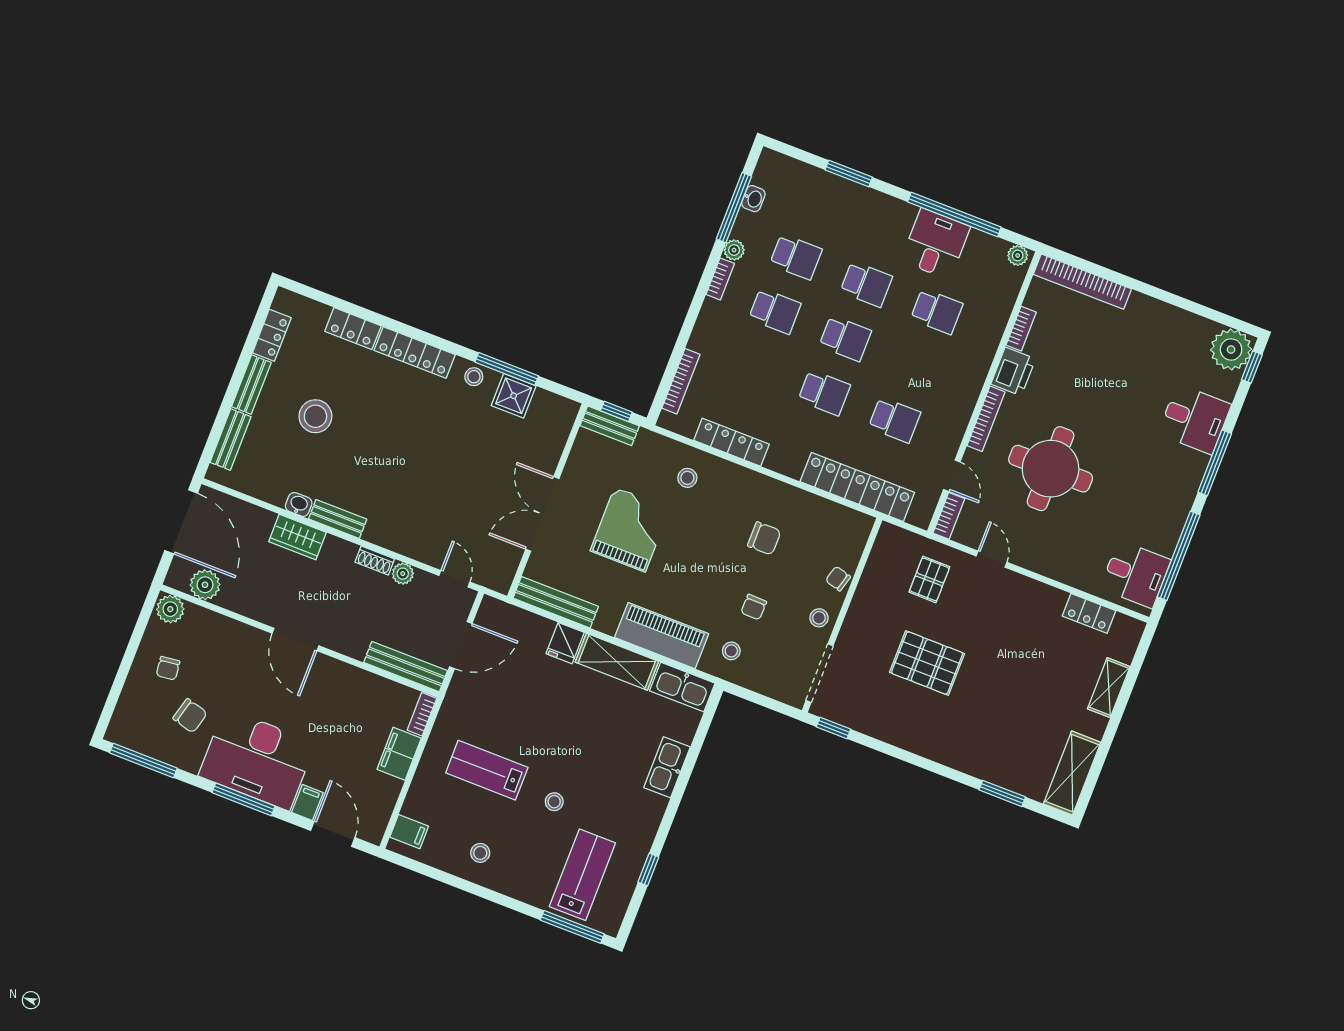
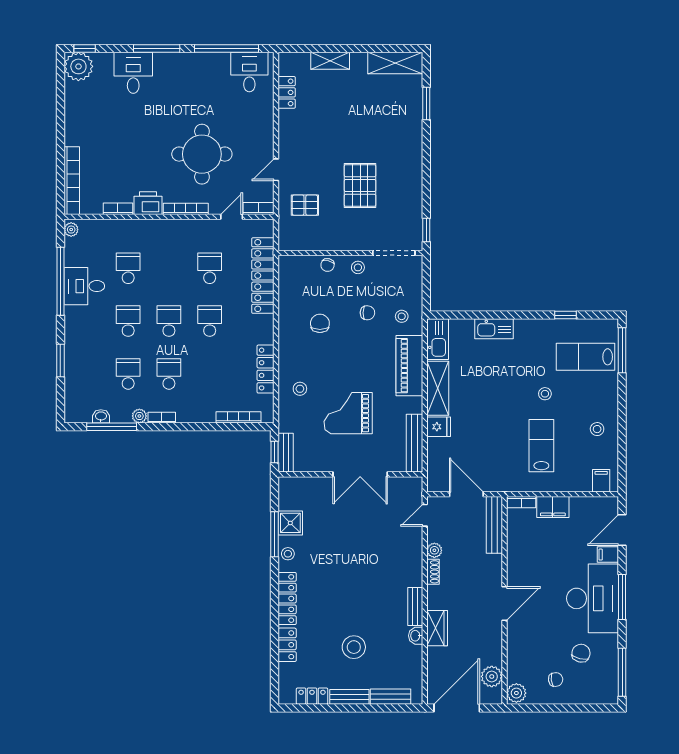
lab bench: (487, 770) -> (541, 446), turned 180

